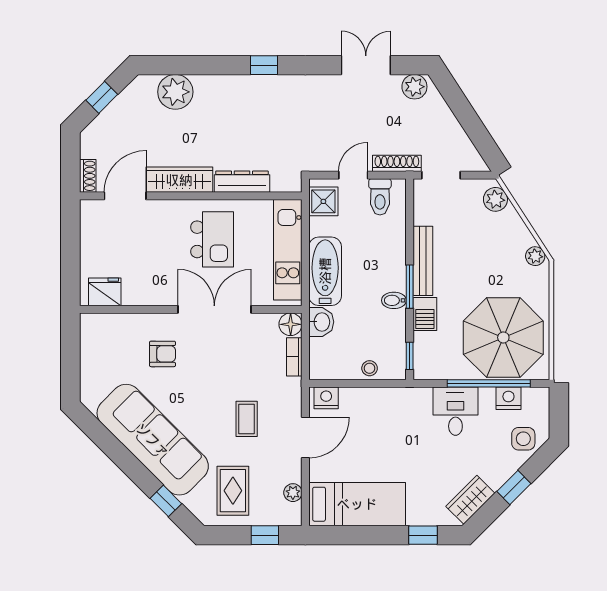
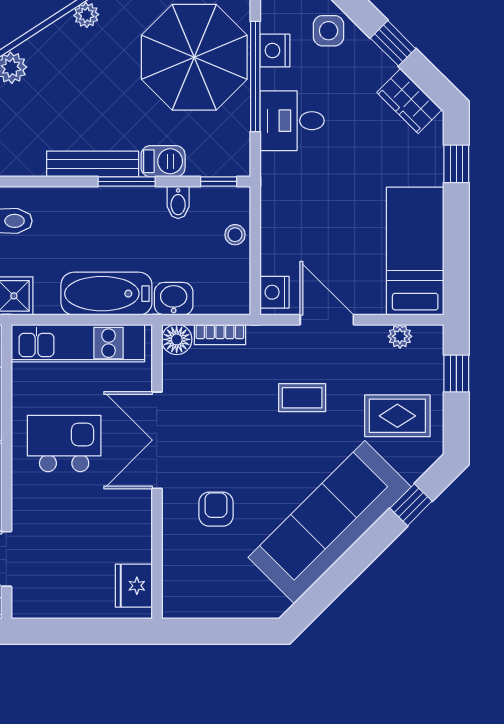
bidet: (394, 300) -> (178, 202), moved

